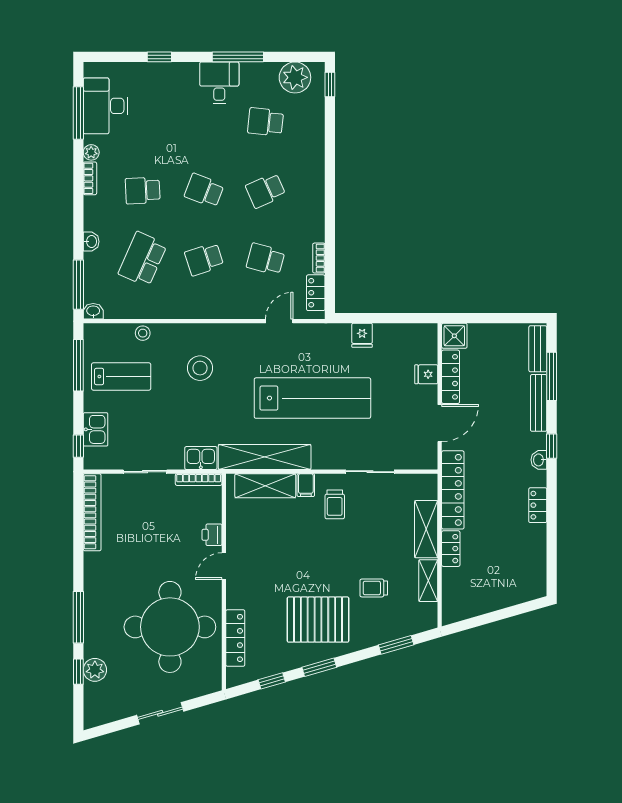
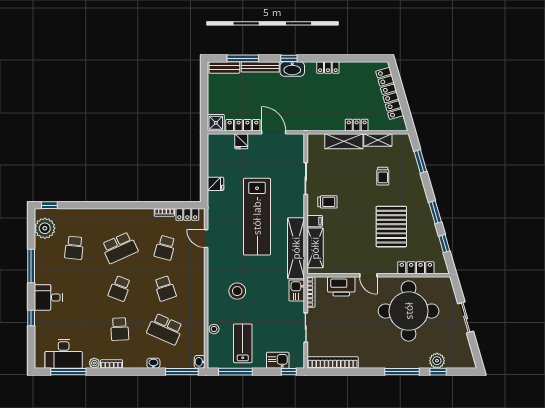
desk: (219, 83) -> (48, 297), moved
school desk: (266, 190) -> (120, 248), width x1.85
lab bench: (312, 398) -> (257, 217), turned 180
washbasin: (539, 460) -> (292, 69), width x1.91, depth x1.45
locker: (453, 490) -> (390, 93), moved, turned -106
printer: (212, 535) -> (341, 286), width x1.87, depth x1.48
pallet: (318, 620) -> (391, 227), moved

